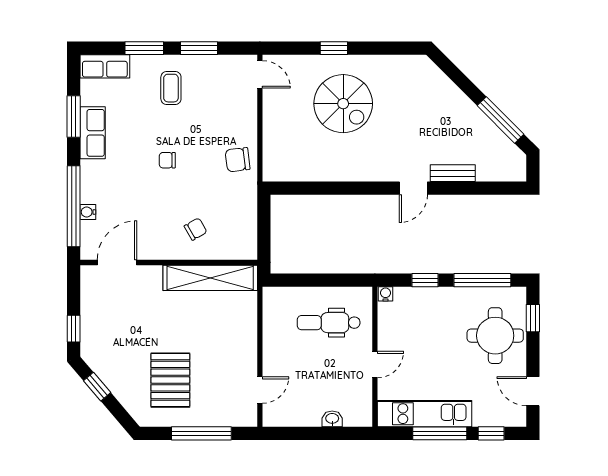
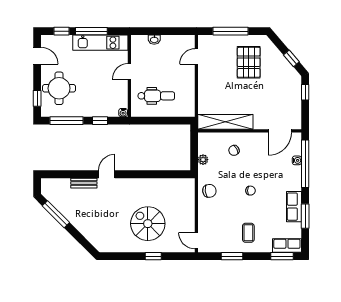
window: (144, 48) -> (282, 256), moved
plant: (249, 213) -> (203, 160), added

